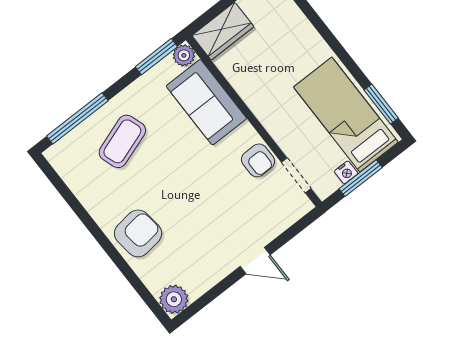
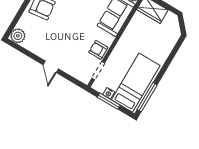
window: (381, 104) -> (147, 97), width x1.44
armchair: (258, 160) -> (98, 50), turned 90

